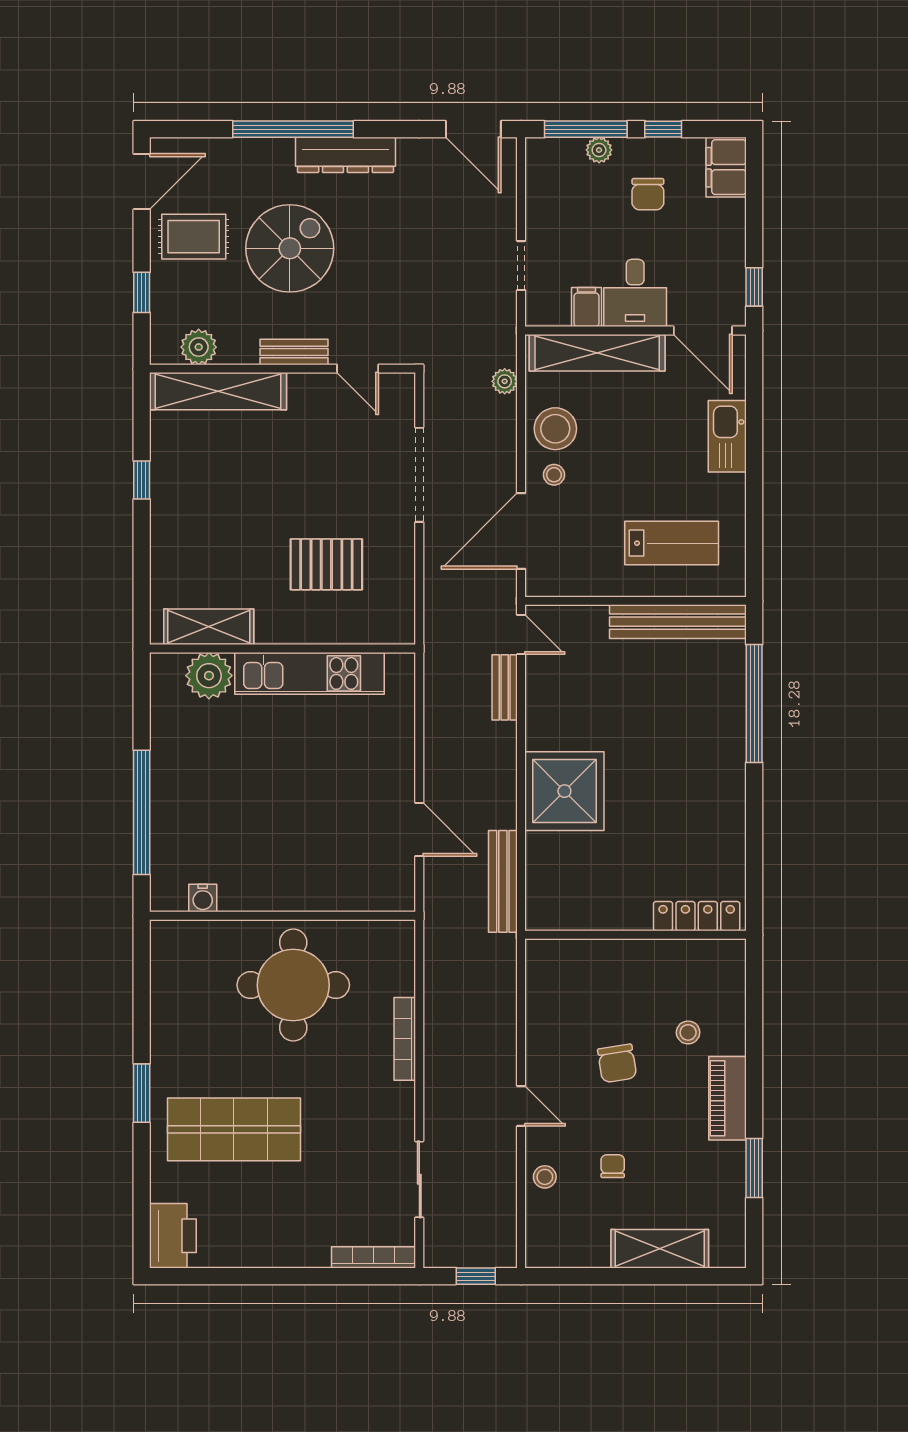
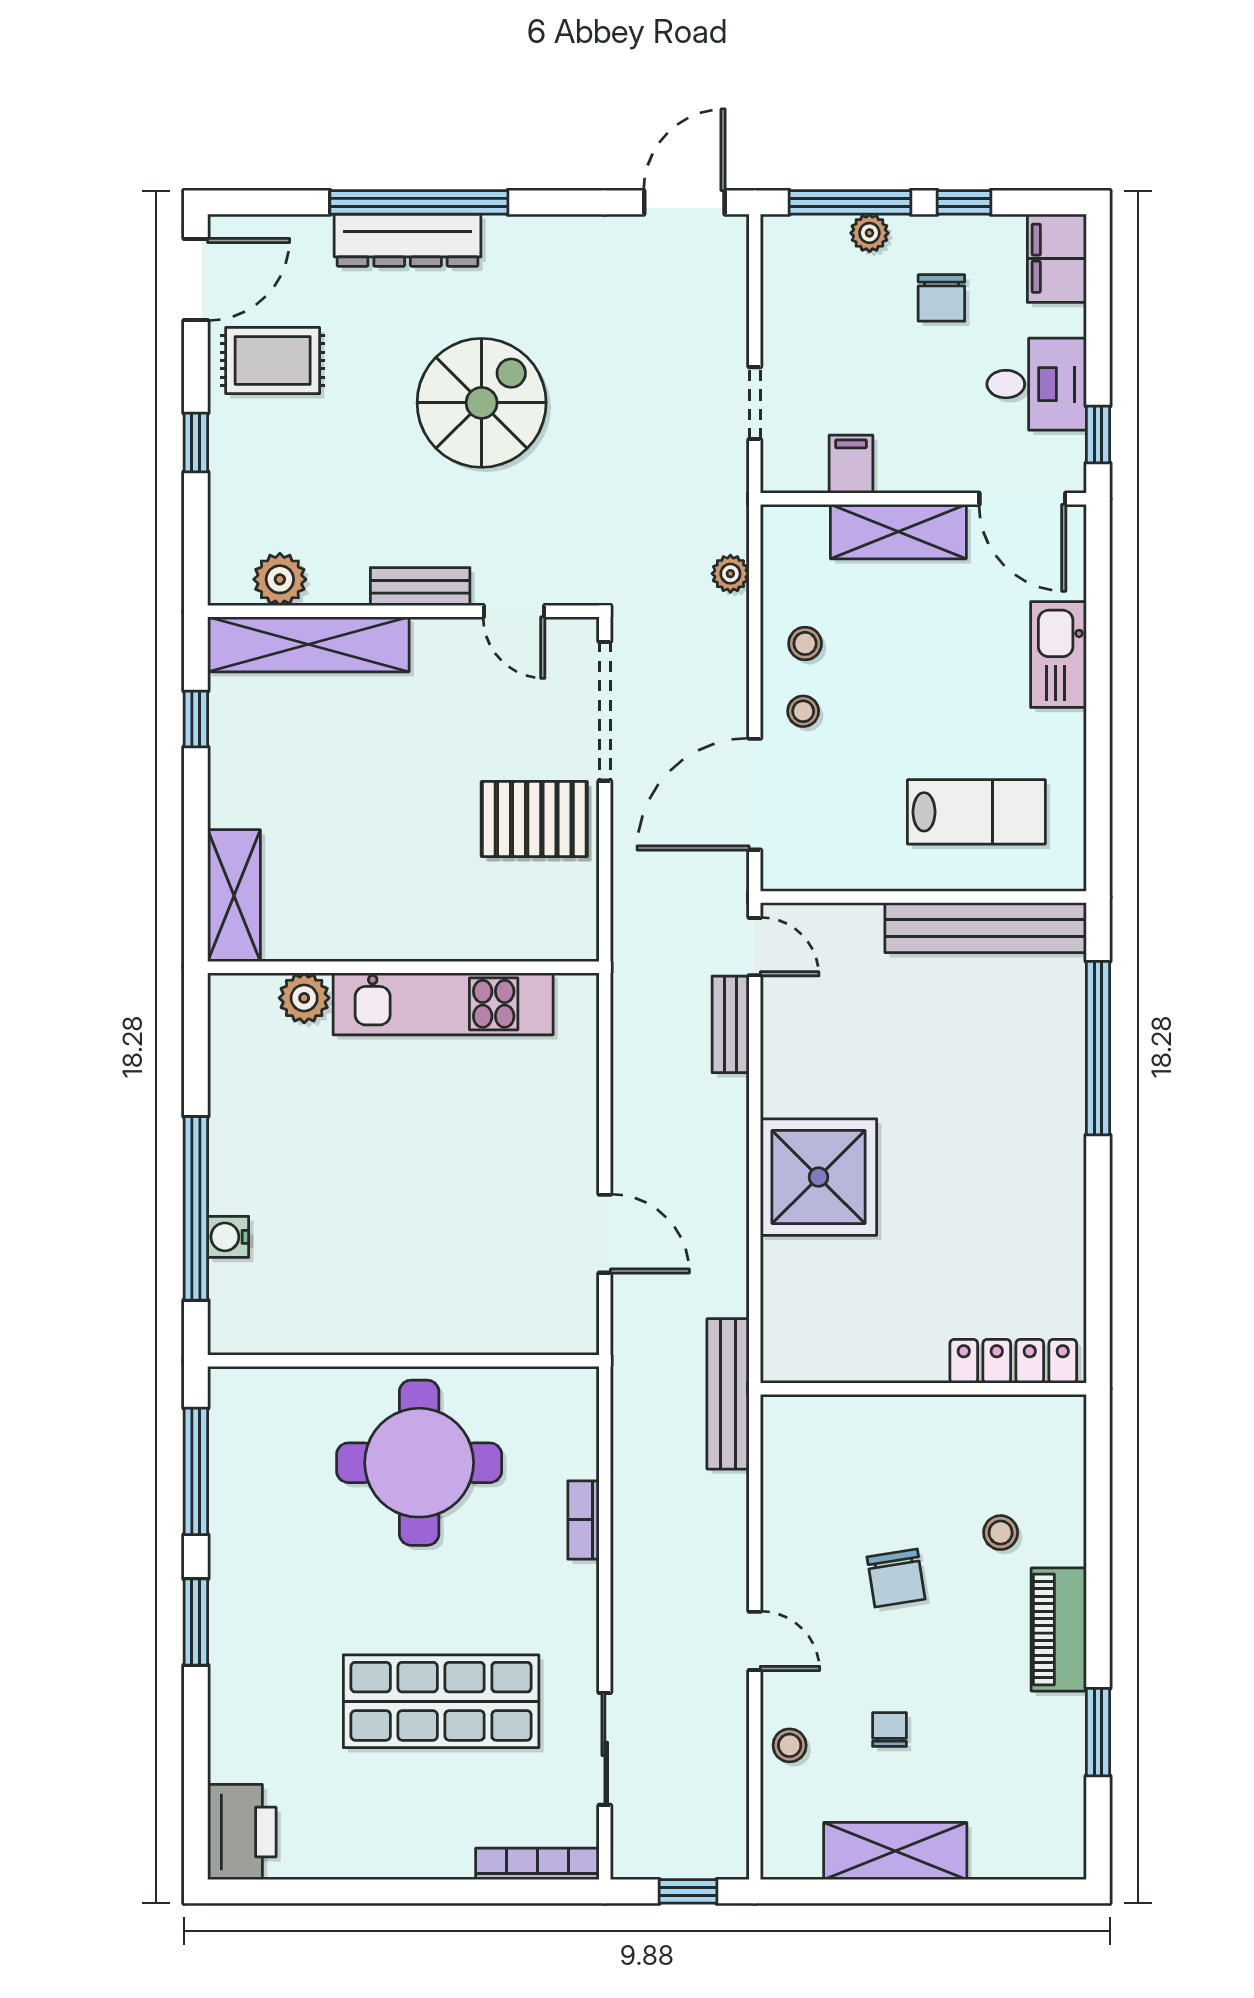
door: (473, 129) -> (684, 202), swing flipped
dresser: (345, 155) -> (408, 240), moved
spiral stairs: (290, 248) -> (482, 403), moved
desk: (635, 293) -> (1037, 384), moved, turned -90
plant: (199, 347) -> (280, 579), moved
bench: (294, 352) -> (420, 587), moved
shelving: (597, 353) -> (898, 532), width x0.68
wall: (283, 369) -> (403, 611), moved
door: (358, 369) -> (514, 611), moved
shelving: (218, 391) -> (308, 644), moved
stool: (555, 429) -> (805, 643), width x0.53, depth x0.53
pallet: (326, 564) -> (534, 819), moved
shelving: (209, 627) -> (234, 896), moved, turned 90
plant: (209, 676) -> (304, 998), width x0.73, depth x0.73
bench: (503, 881) -> (728, 1394), moved
water cooler: (203, 898) -> (228, 1237), moved, turned 90
window: (142, 991) -> (196, 1471), added
bookcase: (405, 1039) -> (583, 1520), width x0.64
shop shelf: (234, 1129) -> (441, 1701), moved
shelving: (660, 1249) -> (895, 1851), moved

